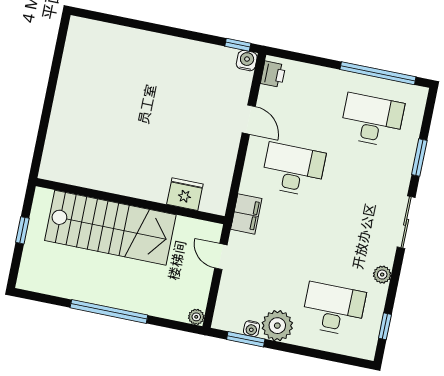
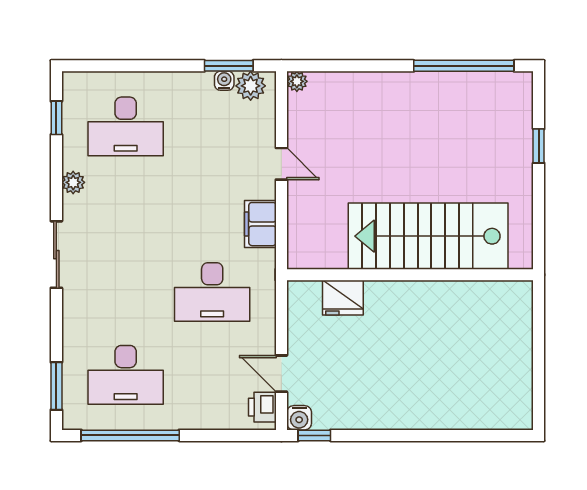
door: (249, 120) -> (281, 374), moved
window: (419, 158) -> (56, 386), moved
fridge: (185, 194) -> (343, 298), moved
wall: (130, 201) -> (410, 275), moved
stairs: (110, 228) -> (428, 236), moved
window: (109, 311) -> (464, 66), moved
plant: (277, 326) -> (251, 86), moved, width x0.73, depth x0.73

